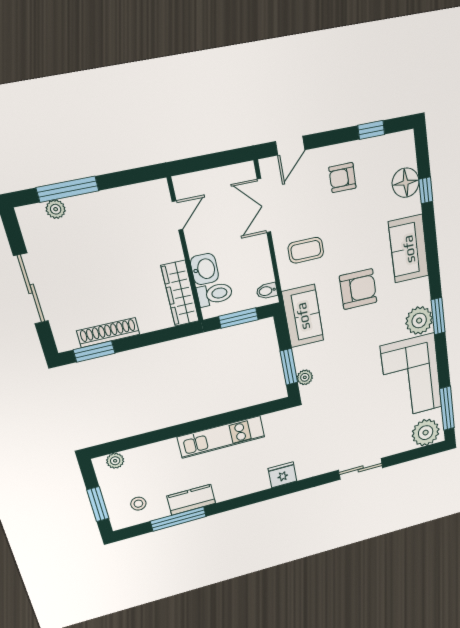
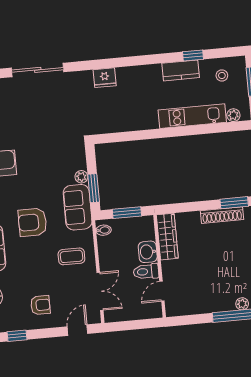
toilet: (215, 294) -> (146, 272), moved
window: (289, 367) -> (94, 188), moved
plant: (305, 377) -> (81, 177), moved
kitchen unit: (221, 437) -> (192, 116), moved
sliding door: (361, 469) -> (38, 70), width x1.37
window: (178, 519) -> (193, 55), width x0.46

